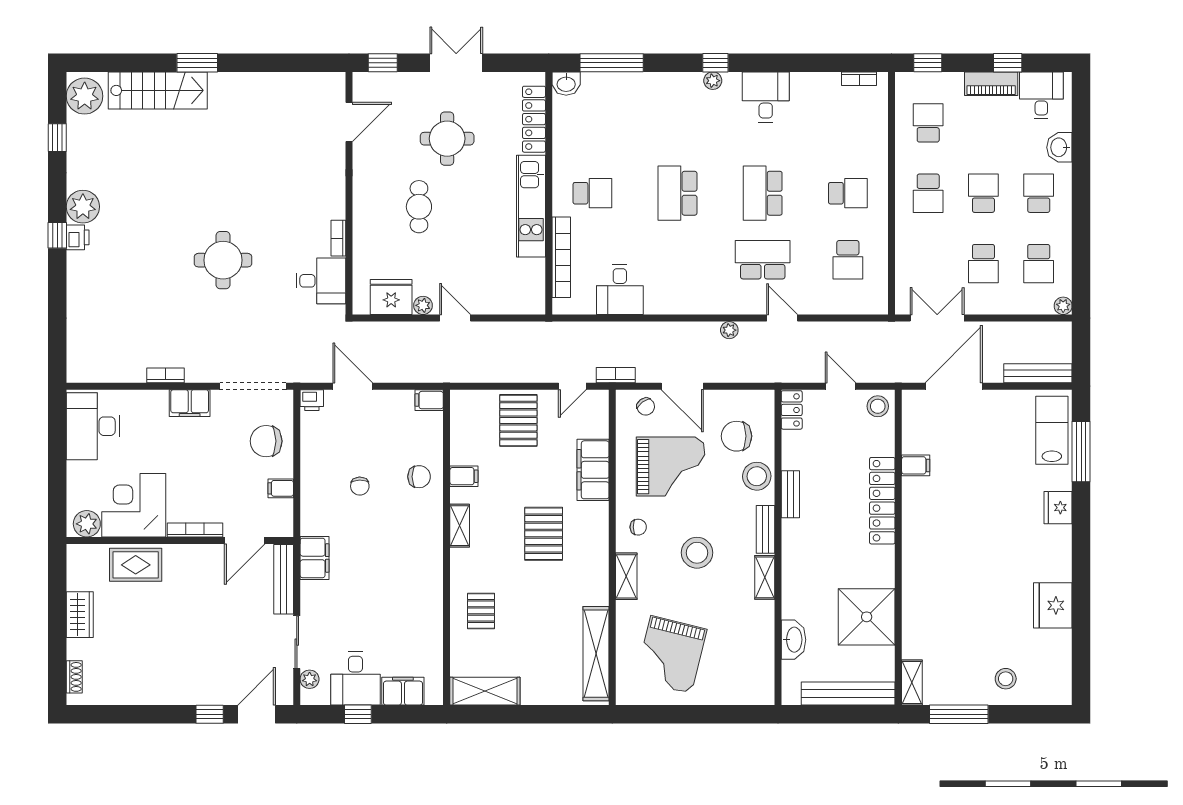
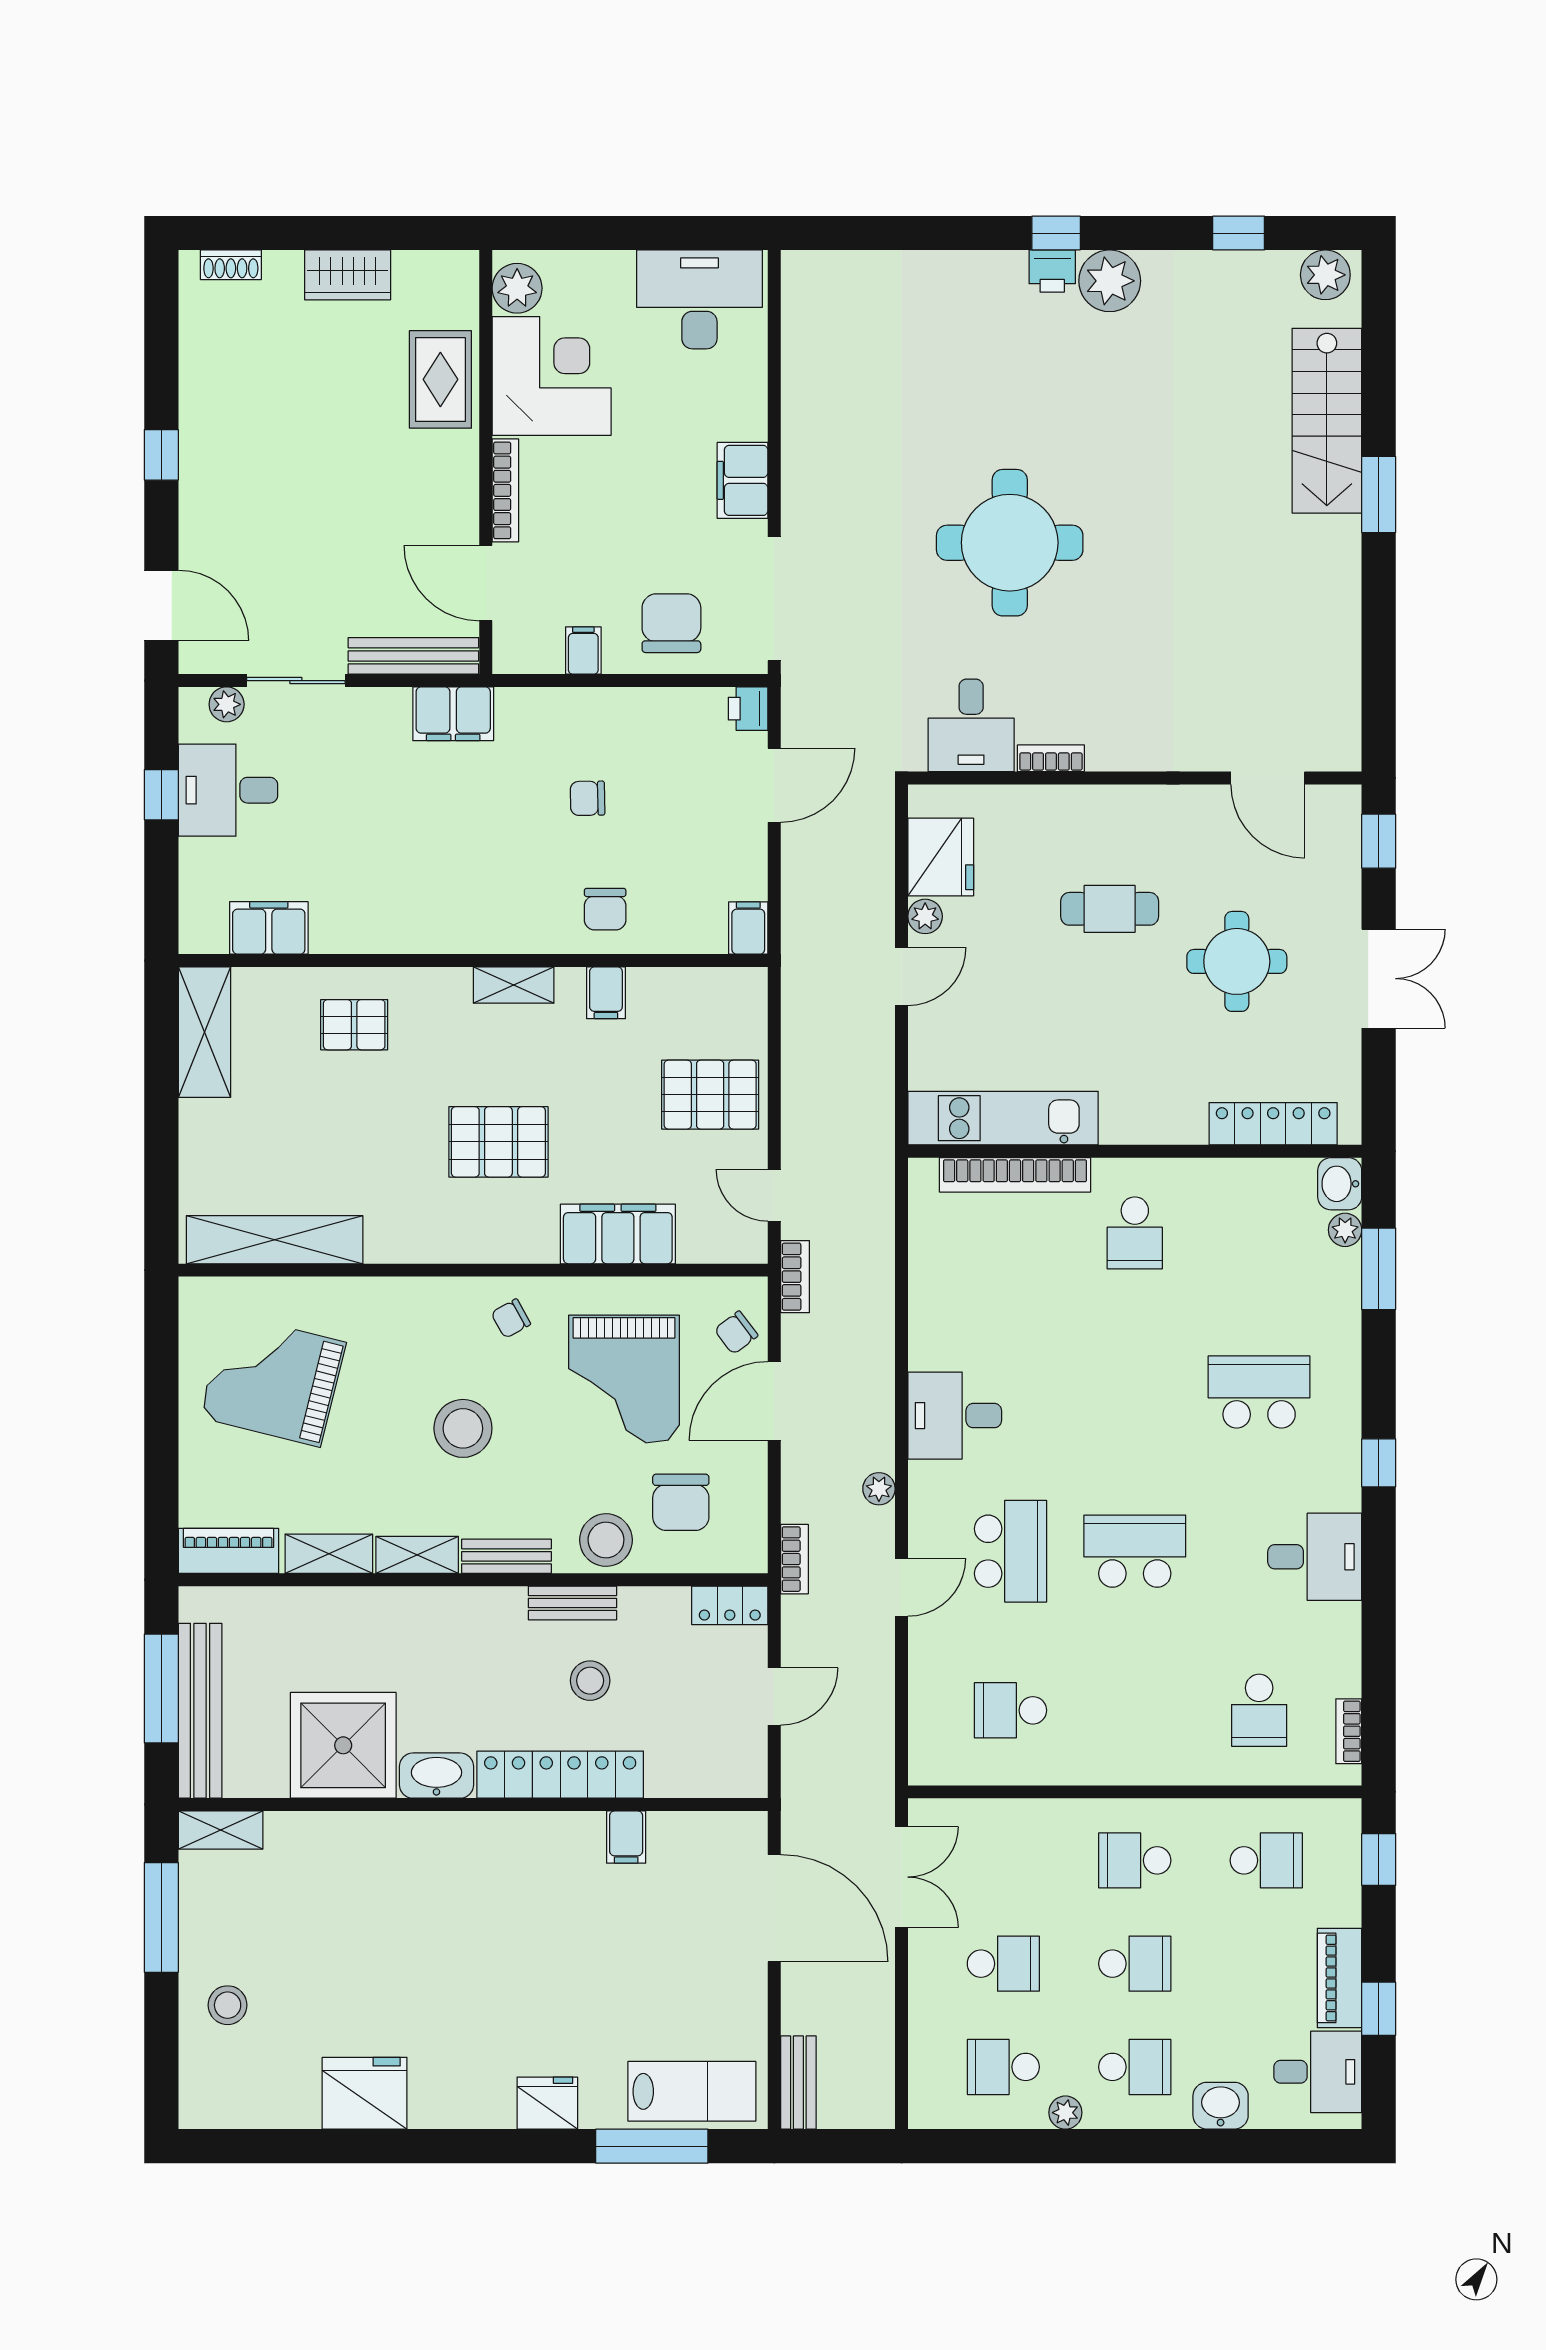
window: (612, 63) -> (1379, 1269), width x0.69
plant: (713, 81) -> (1345, 1230), moved
plant: (85, 96) -> (1325, 275), width x0.73, depth x0.73
school desk: (678, 193) -> (1259, 1392), moved
school desk: (848, 193) -> (1259, 1710), moved
kitchen unit: (531, 206) -> (1003, 1118), moved
round table: (223, 260) -> (1010, 543), width x1.36, depth x1.36
school desk: (983, 264) -> (1003, 1964), turned 180
desk: (620, 290) -> (955, 1416), moved
plant: (1063, 306) -> (1065, 2113), moved
bench: (1038, 373) -> (798, 2083), width x0.73
bookcase: (166, 375) -> (794, 1559), moved
stool: (878, 406) -> (590, 1681), moved
chair: (737, 436) -> (681, 1502), turned 180
chair: (638, 527) -> (511, 1319), turned 62
shelving: (626, 576) -> (329, 1554), moved
washbasin: (794, 640) -> (436, 1776), moved, turned 180
piano: (763, 678) -> (228, 1551), added
filing cabinet: (403, 691) -> (269, 928), moved, turned -90
window: (210, 714) -> (161, 455), moved
window: (836, 714) -> (161, 1689), added

